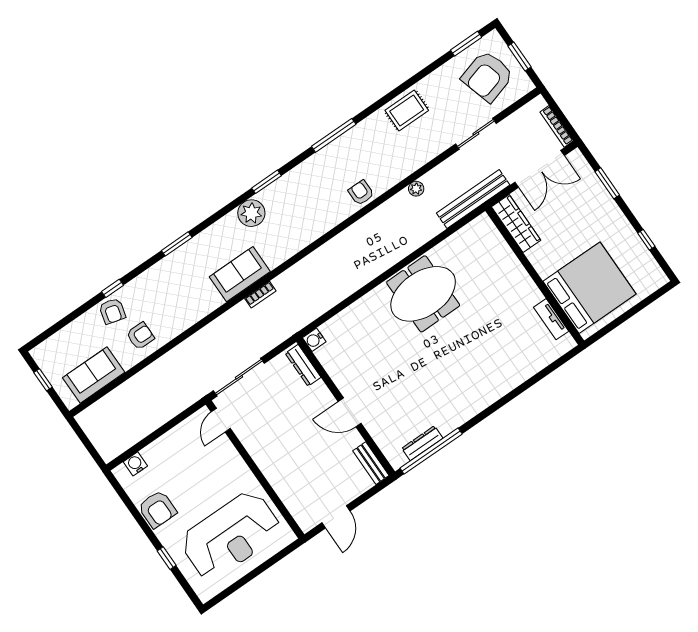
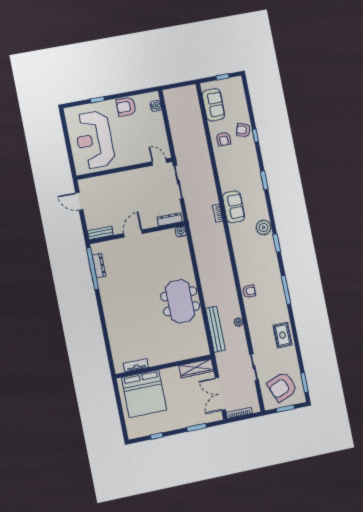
armchair: (488, 76) -> (282, 387), turned -96
bench: (473, 199) -> (215, 329), moved

